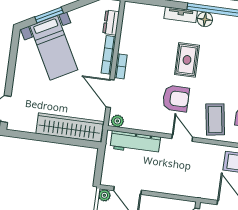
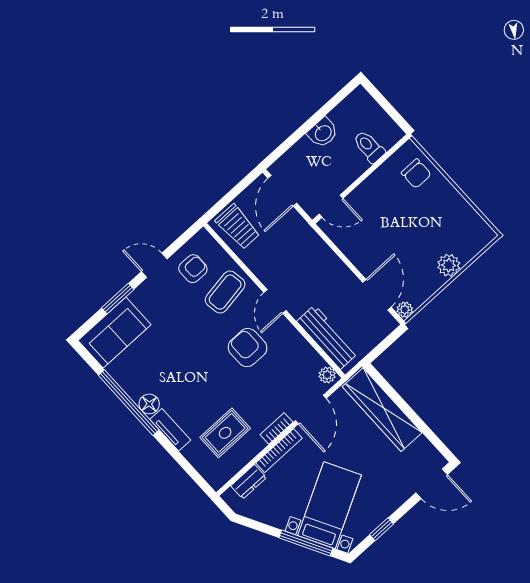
window: (49, 15) -> (306, 543), width x1.44
window: (13, 59) -> (382, 529), added
rug: (187, 60) -> (225, 433), moved

